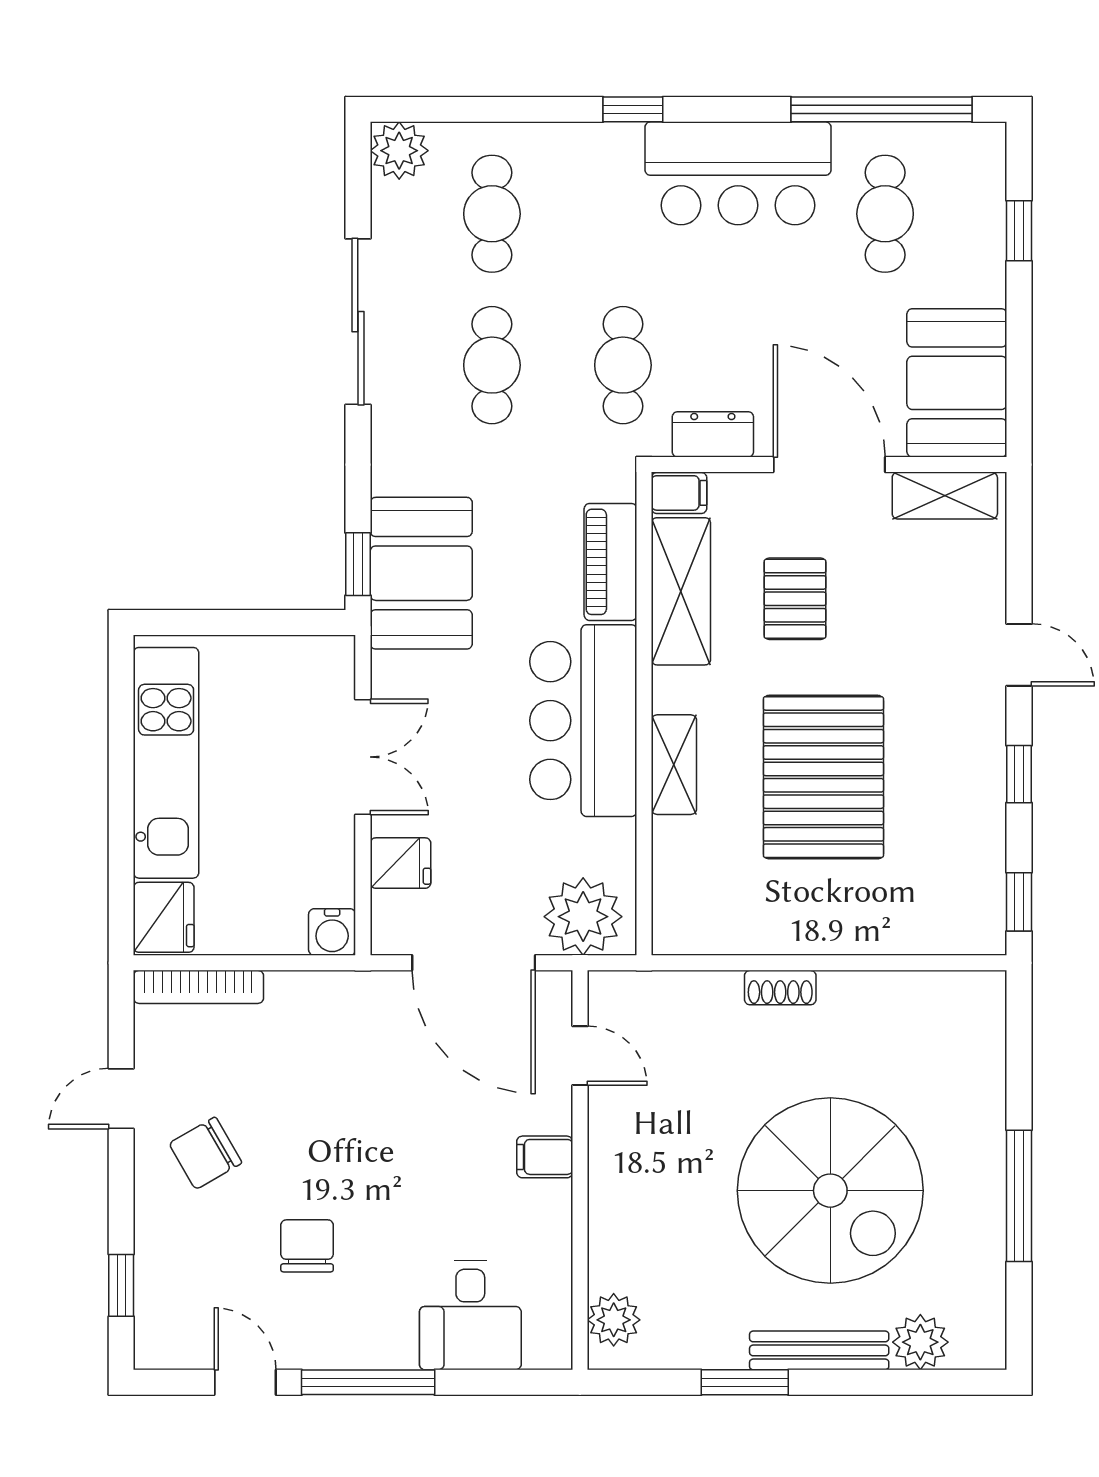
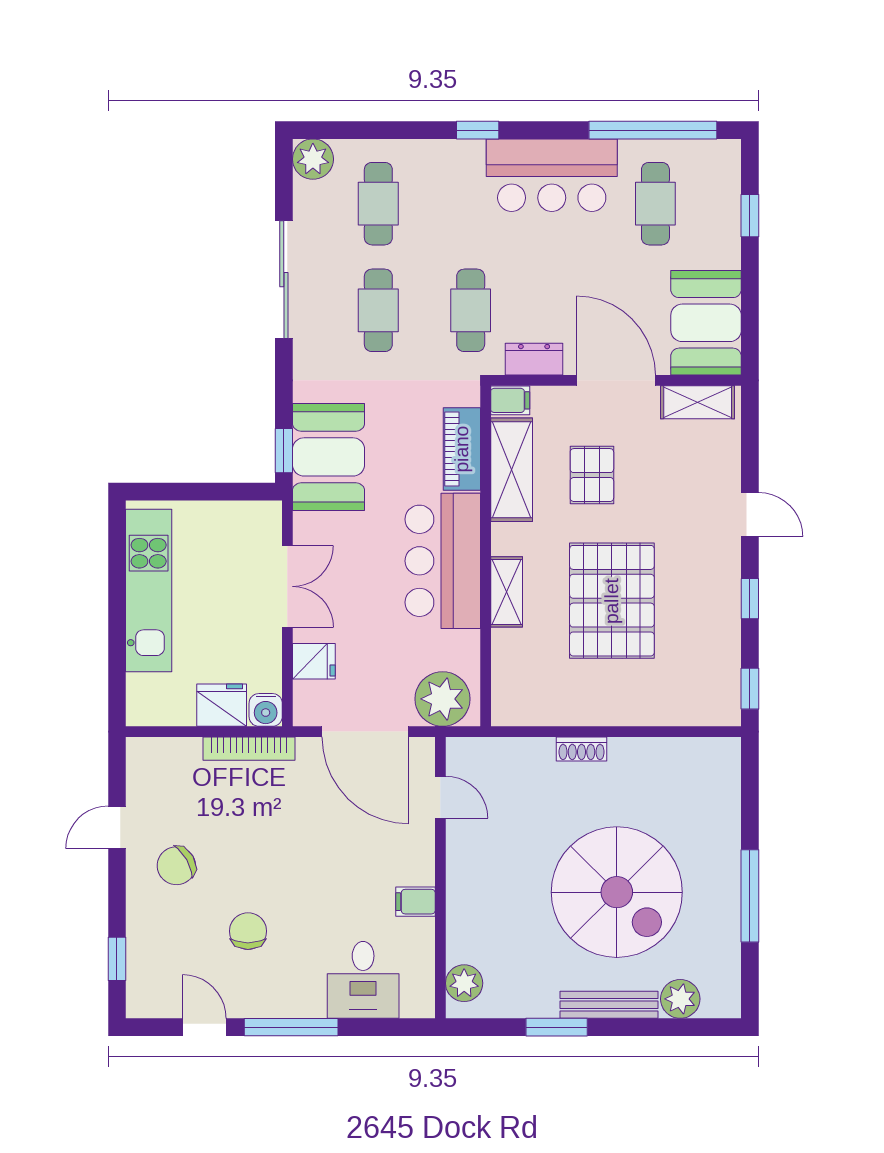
fridge: (164, 917) -> (222, 705), moved, turned -90
bookcase: (198, 987) -> (249, 749), moved
filing cabinet: (545, 1157) -> (415, 902), moved

